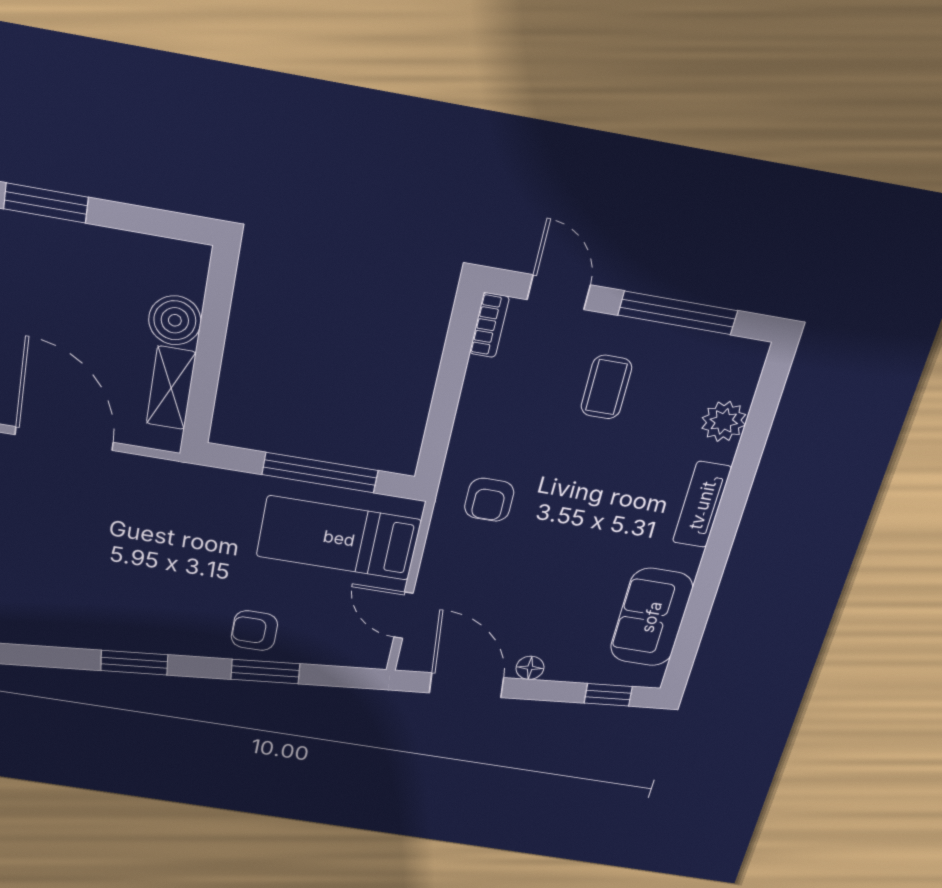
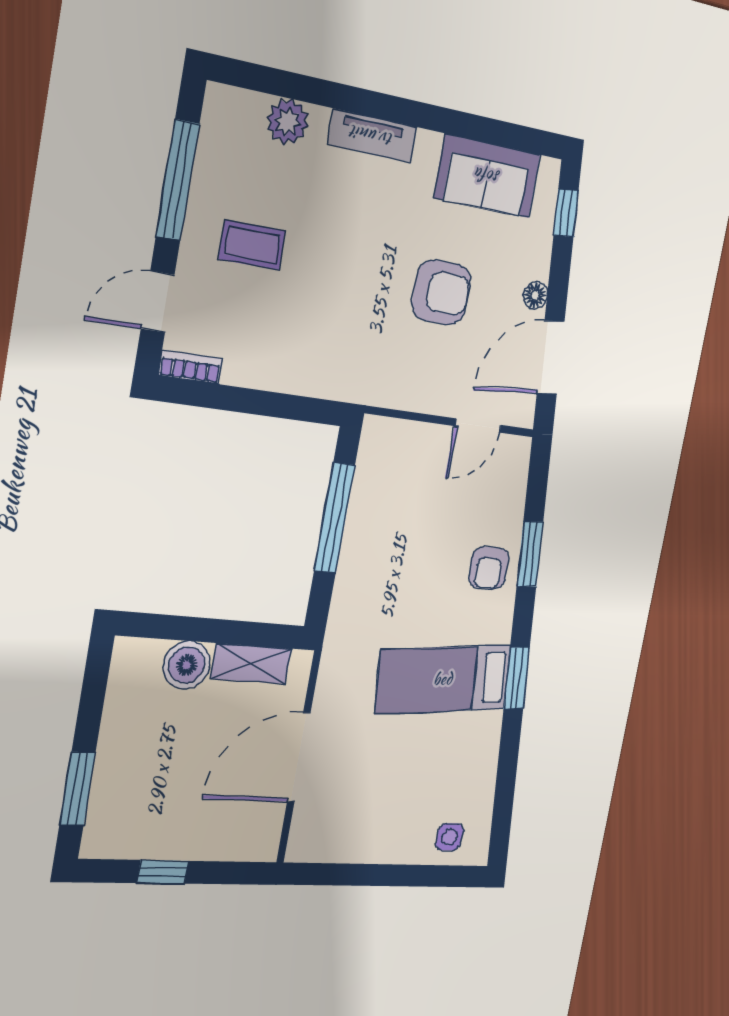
armchair: (489, 500) -> (441, 292), moved, width x1.38, depth x1.38
bed: (339, 538) -> (443, 679), moved, turned 84

